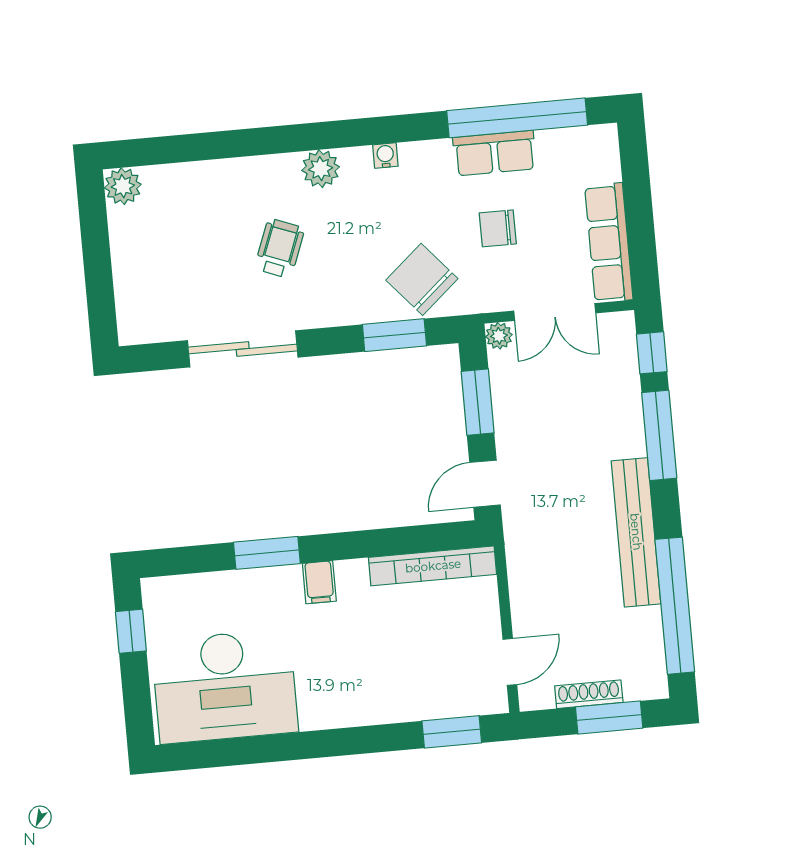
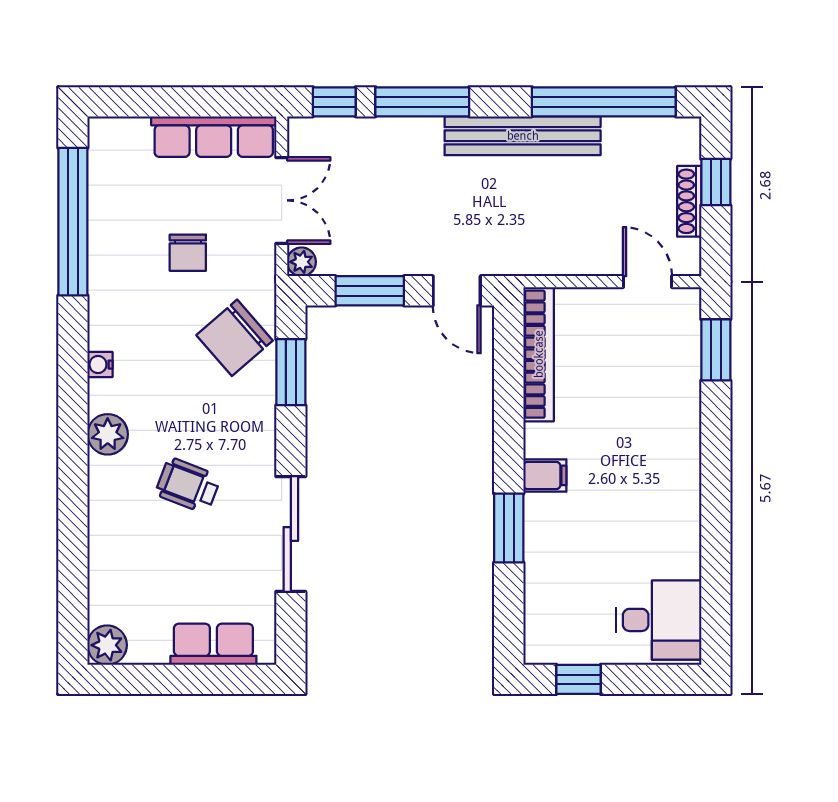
row of seats: (494, 153) -> (213, 644), moved, turned -90
desk: (225, 686) -> (659, 620), width x0.53, depth x0.77
window: (609, 717) -> (716, 182), width x0.67

